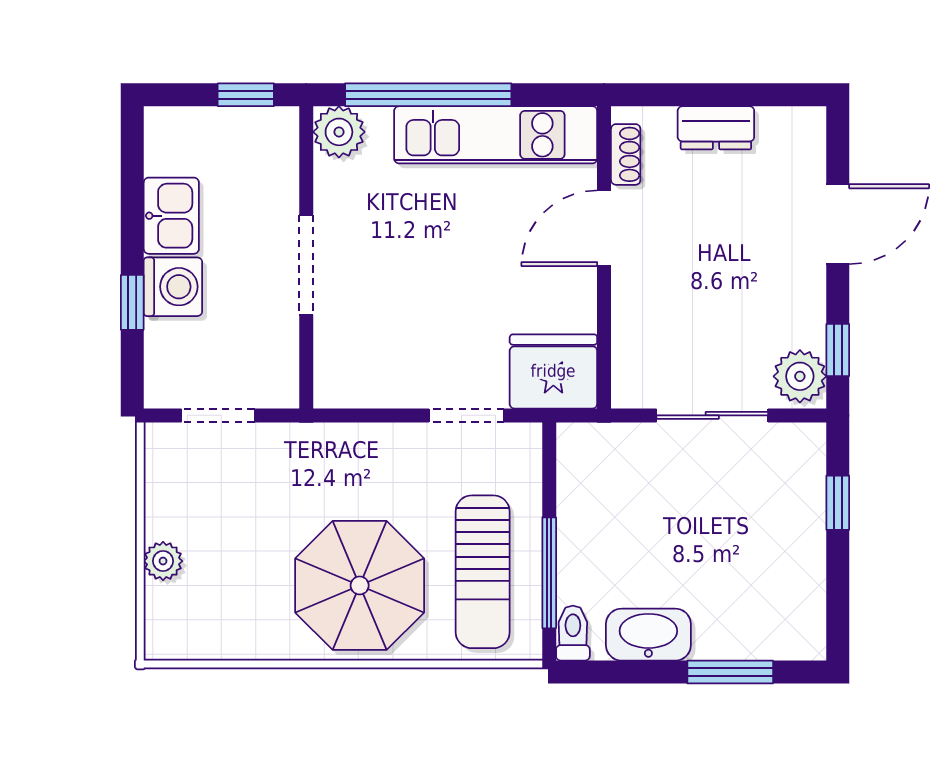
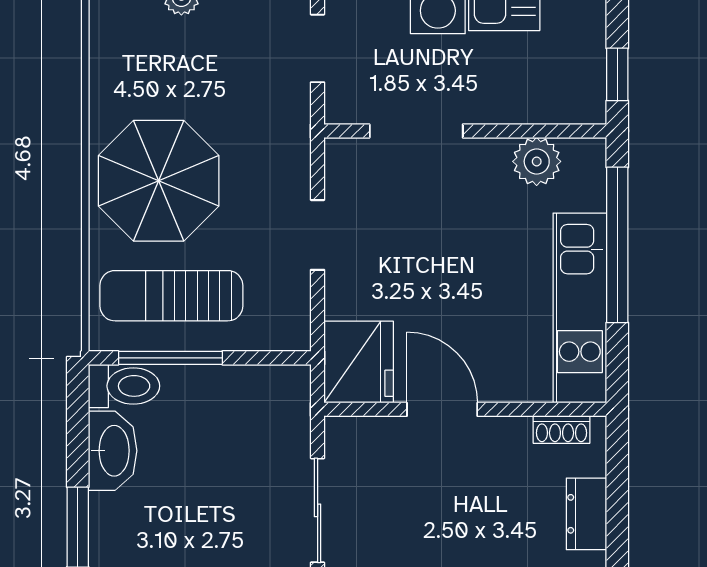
plant: (339, 132) -> (537, 161), moved
door: (604, 228) -> (442, 409), moved
doorway: (306, 265) -> (416, 131), moved
doorway: (466, 415) -> (318, 235), moved
toilet: (573, 633) -> (124, 386), width x1.37, depth x1.39

